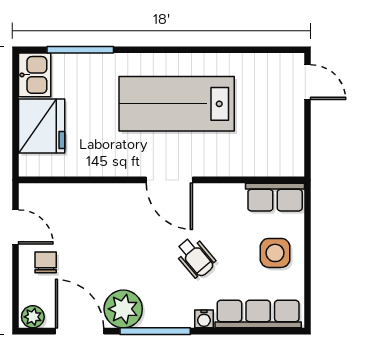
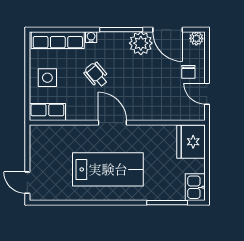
fridge: (42, 126) -> (191, 142), moved

